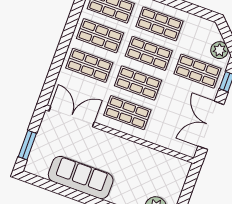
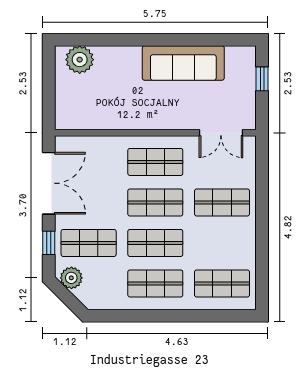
shop shelf: (100, 36) -> (222, 243), removed
double door: (72, 117) -> (221, 133), width x0.73
window: (27, 145) -> (262, 79), width x0.67

